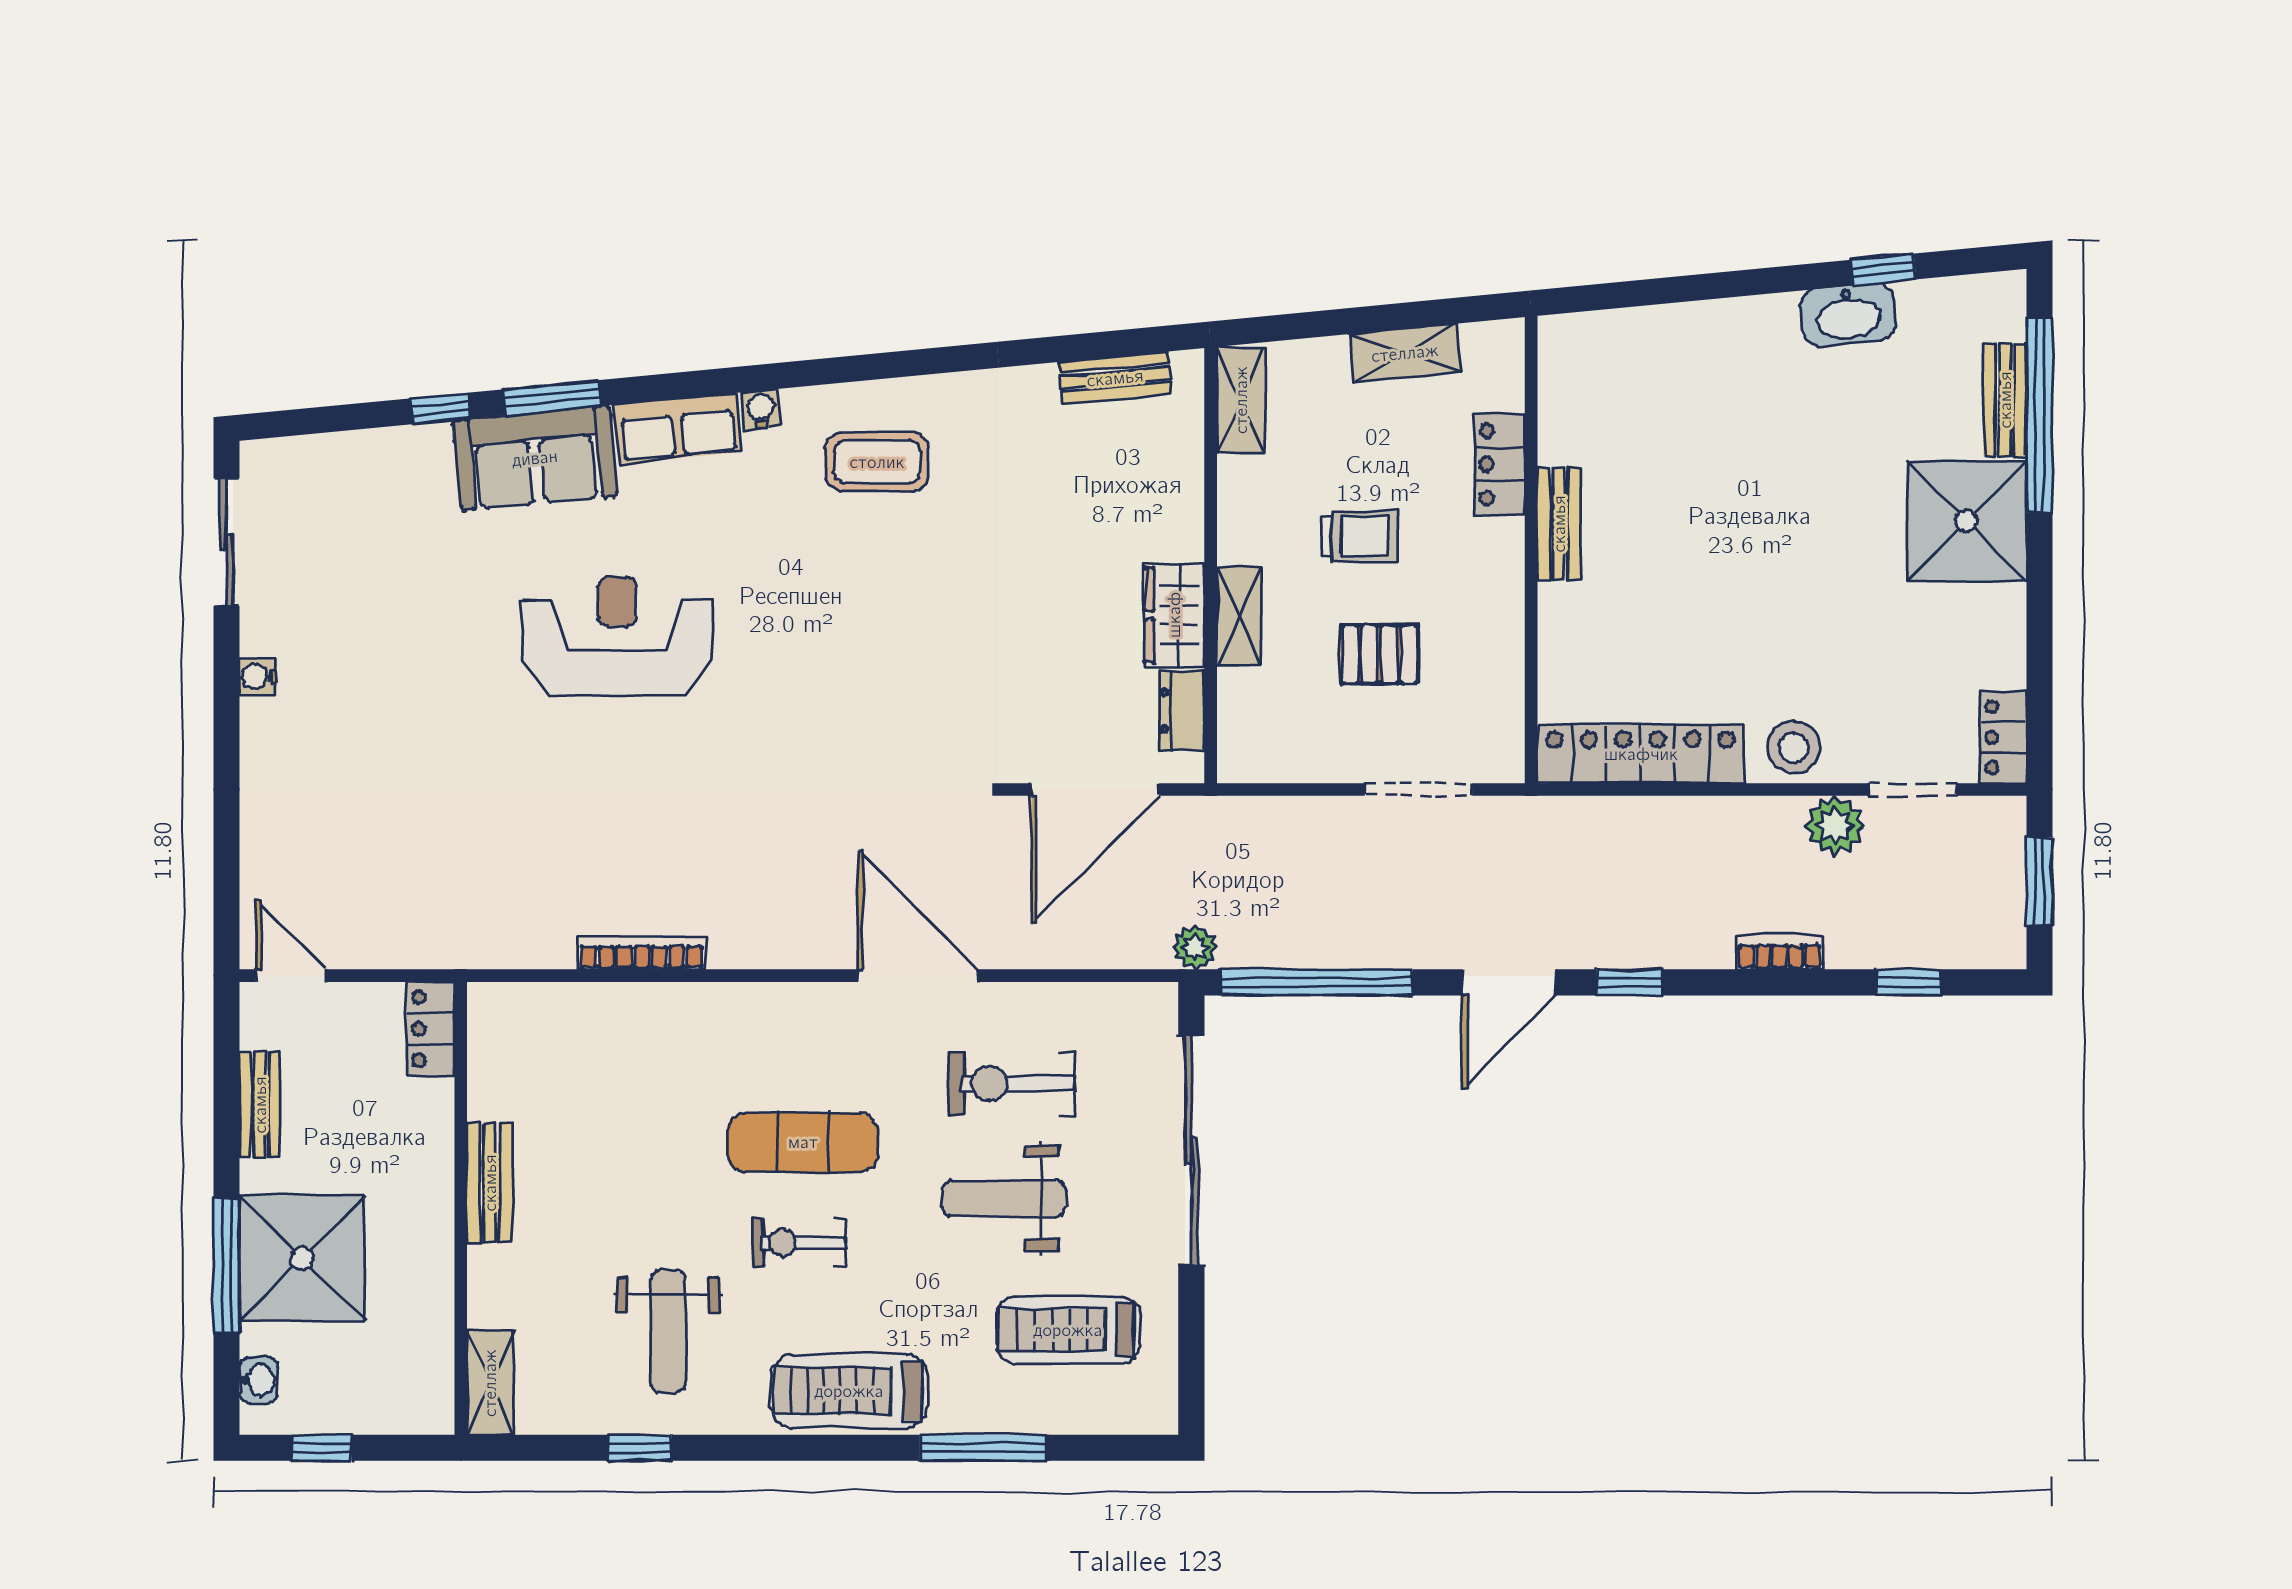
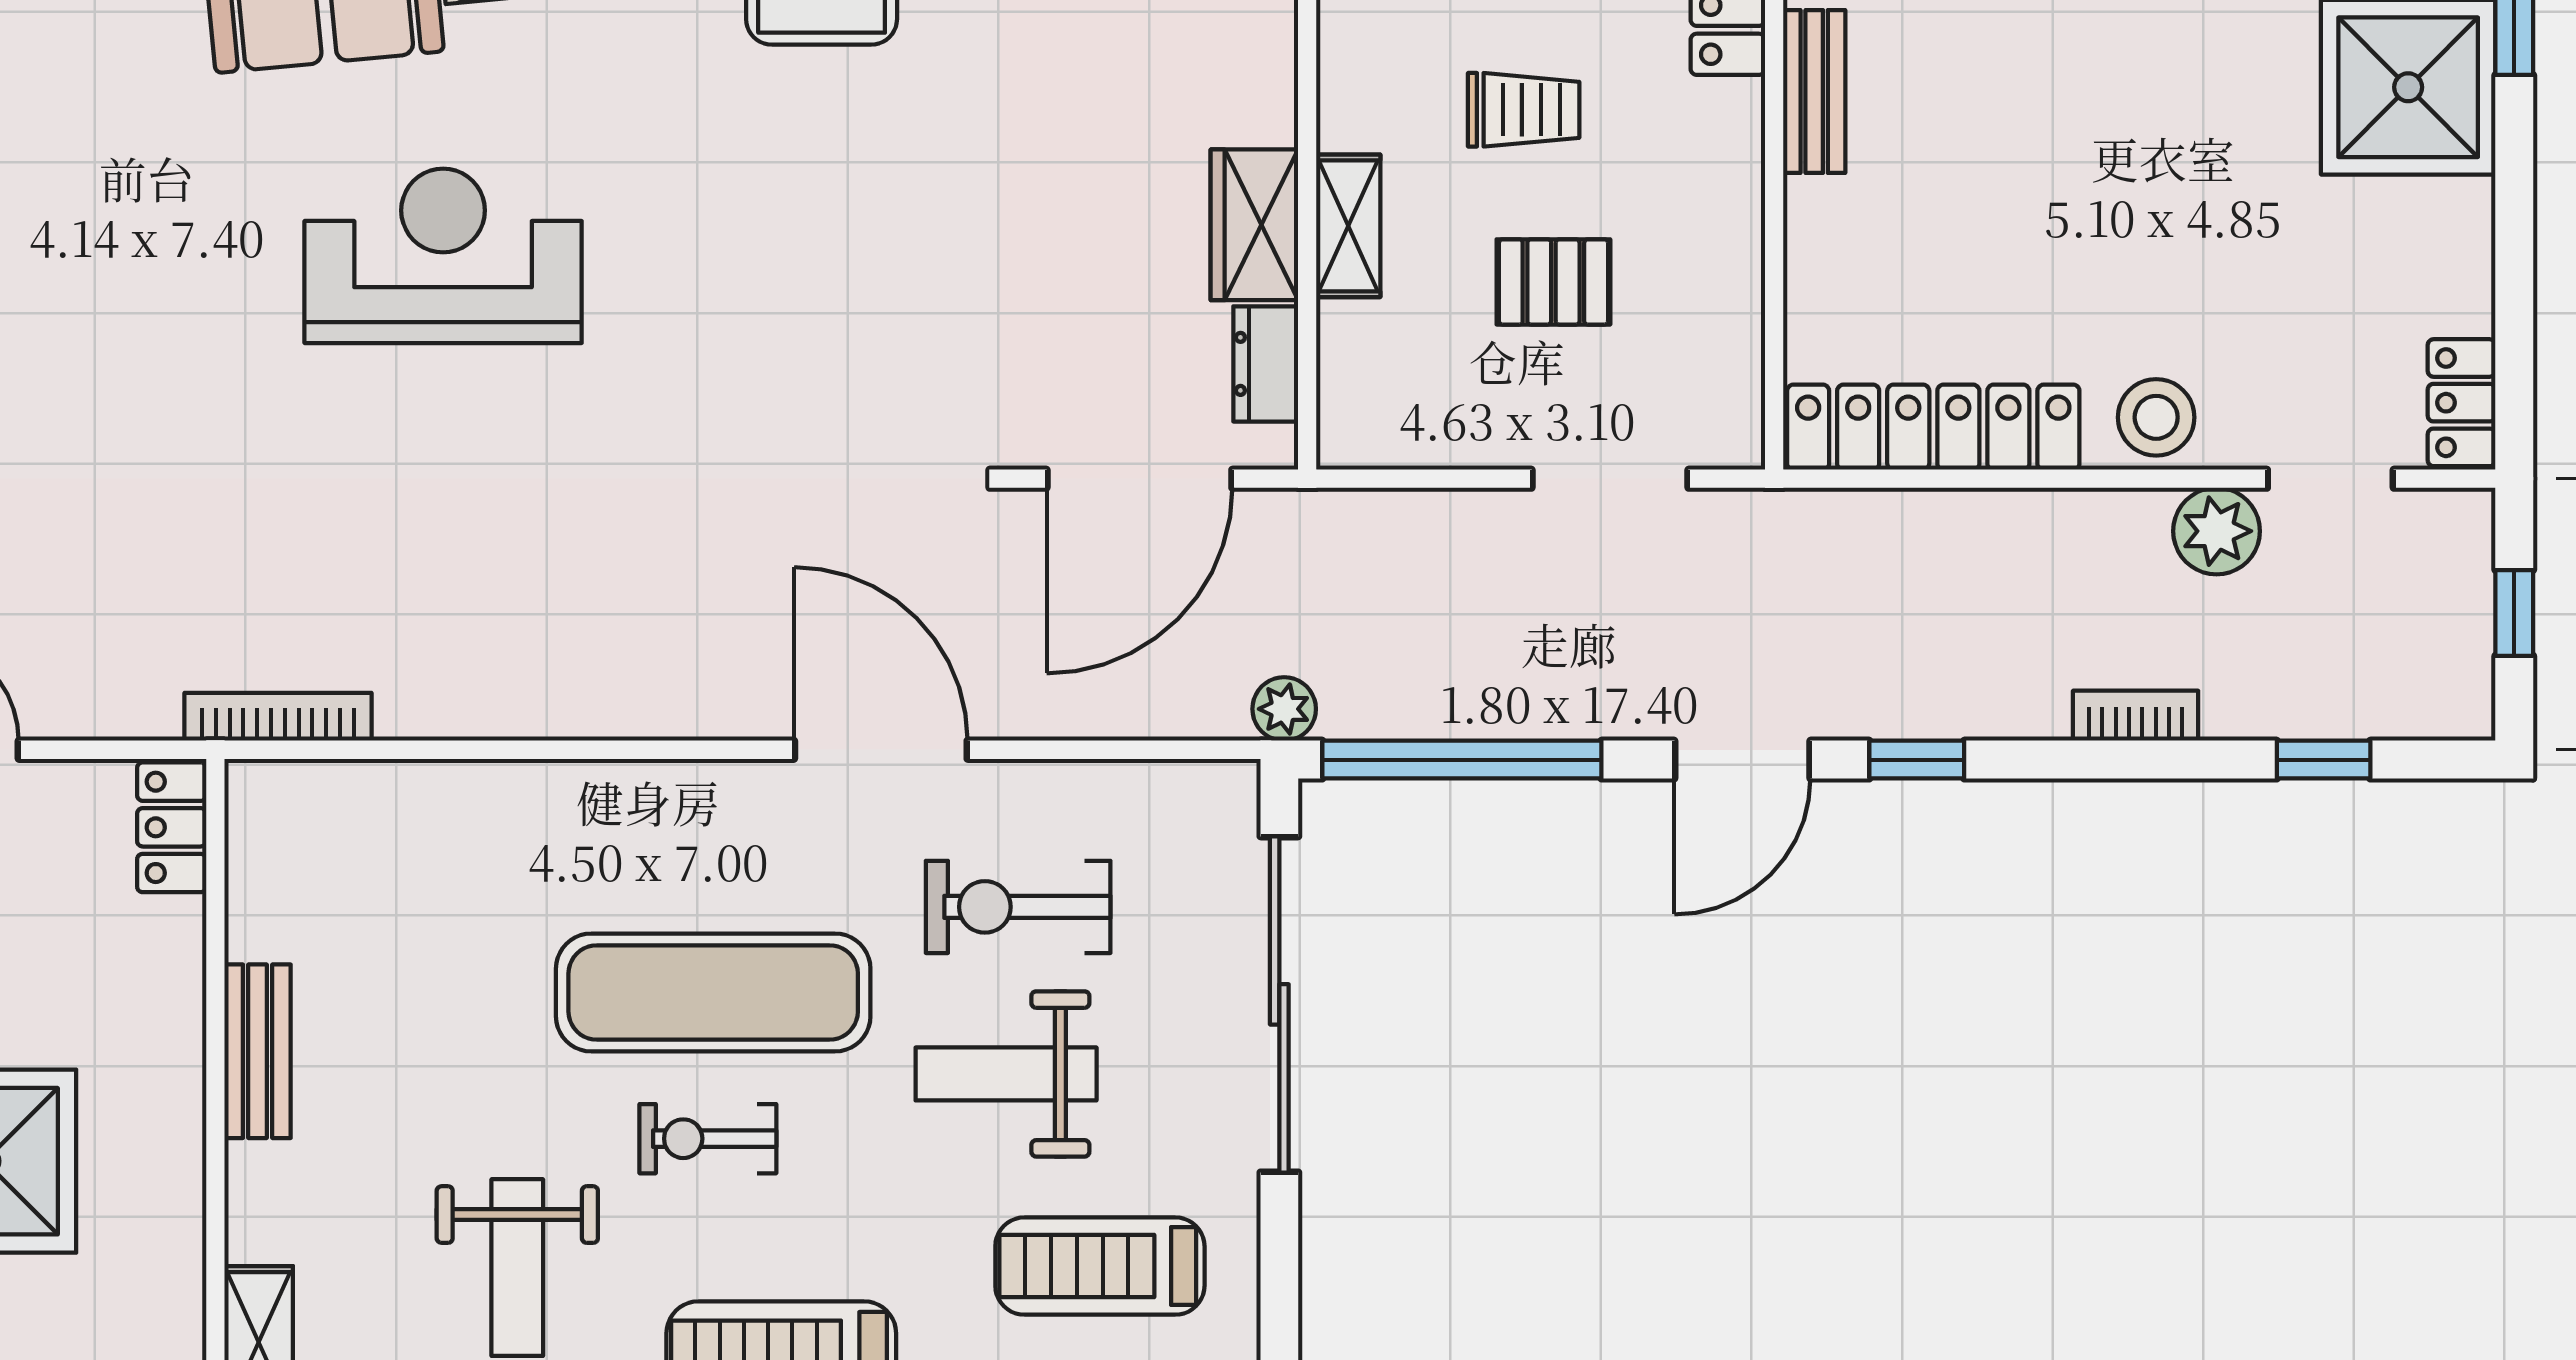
window: (2040, 882) -> (2514, 613), width x0.67
bookcase: (642, 953) -> (278, 717), moved
exercise mat: (803, 1142) -> (713, 992), width x1.36, depth x1.45

